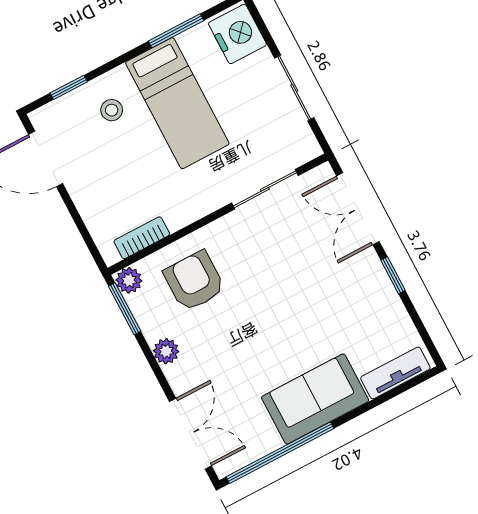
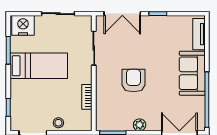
stool: (112, 110) -> (58, 123), moved
bookcase: (142, 238) -> (87, 97), moved
plant: (129, 280) -> (102, 125), removed
armchair: (194, 281) -> (133, 81), moved, turned 90

